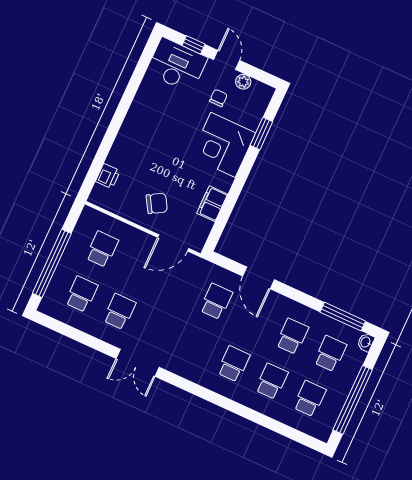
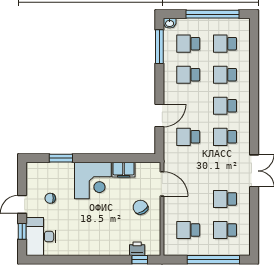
plant: (243, 82) -> (32, 186), removed
corner desk: (223, 145) -> (93, 180), moved
window: (93, 173) -> (140, 260), added
school desk: (195, 346) -> (225, 137), added

